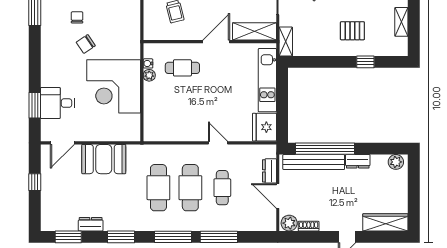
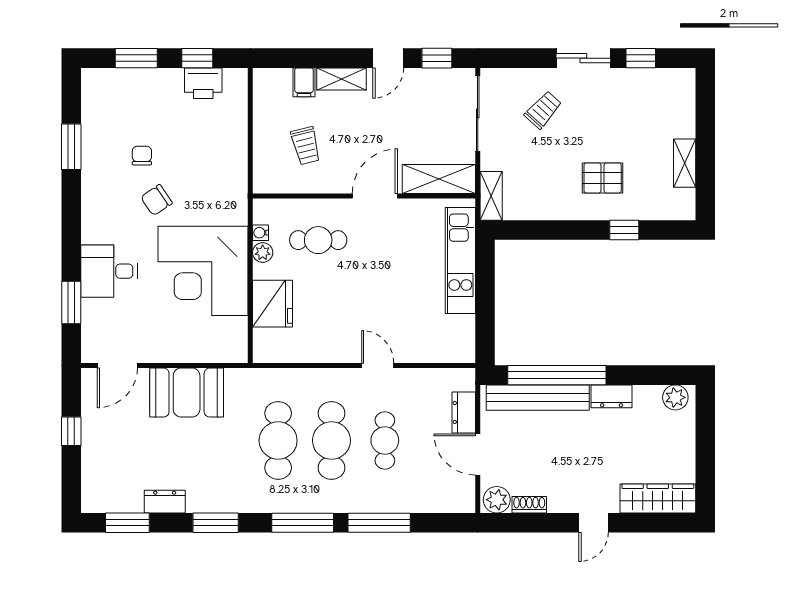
desk: (57, 103) -> (109, 271), moved
fridge: (264, 127) -> (273, 304), moved, turned 180

